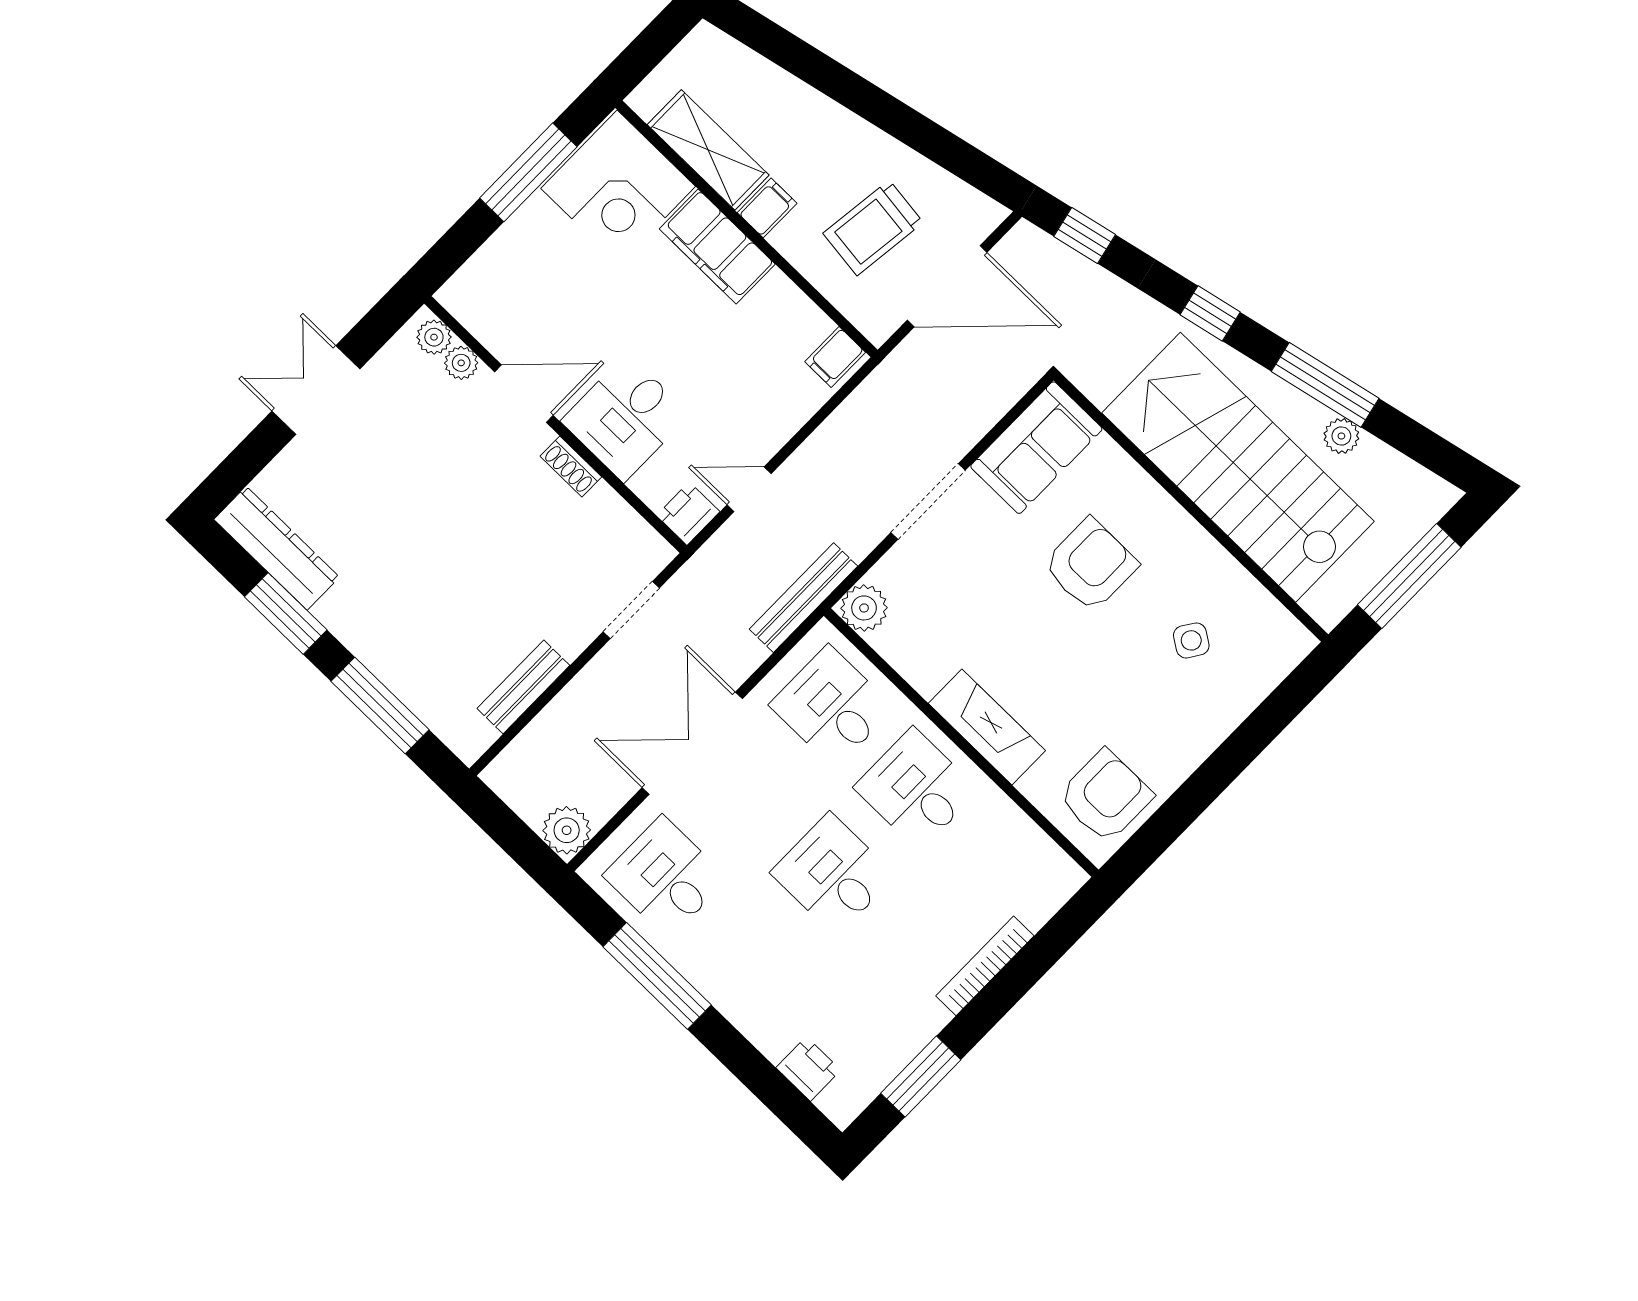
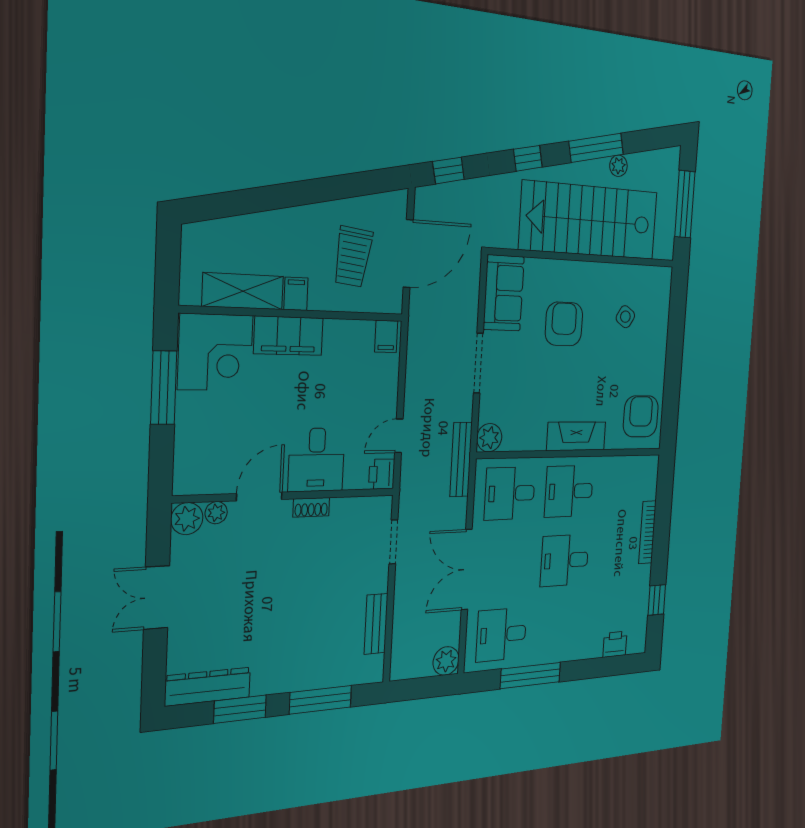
plant: (434, 337) -> (187, 519), width x1.38, depth x1.38
window: (921, 1077) -> (657, 600), width x0.67

